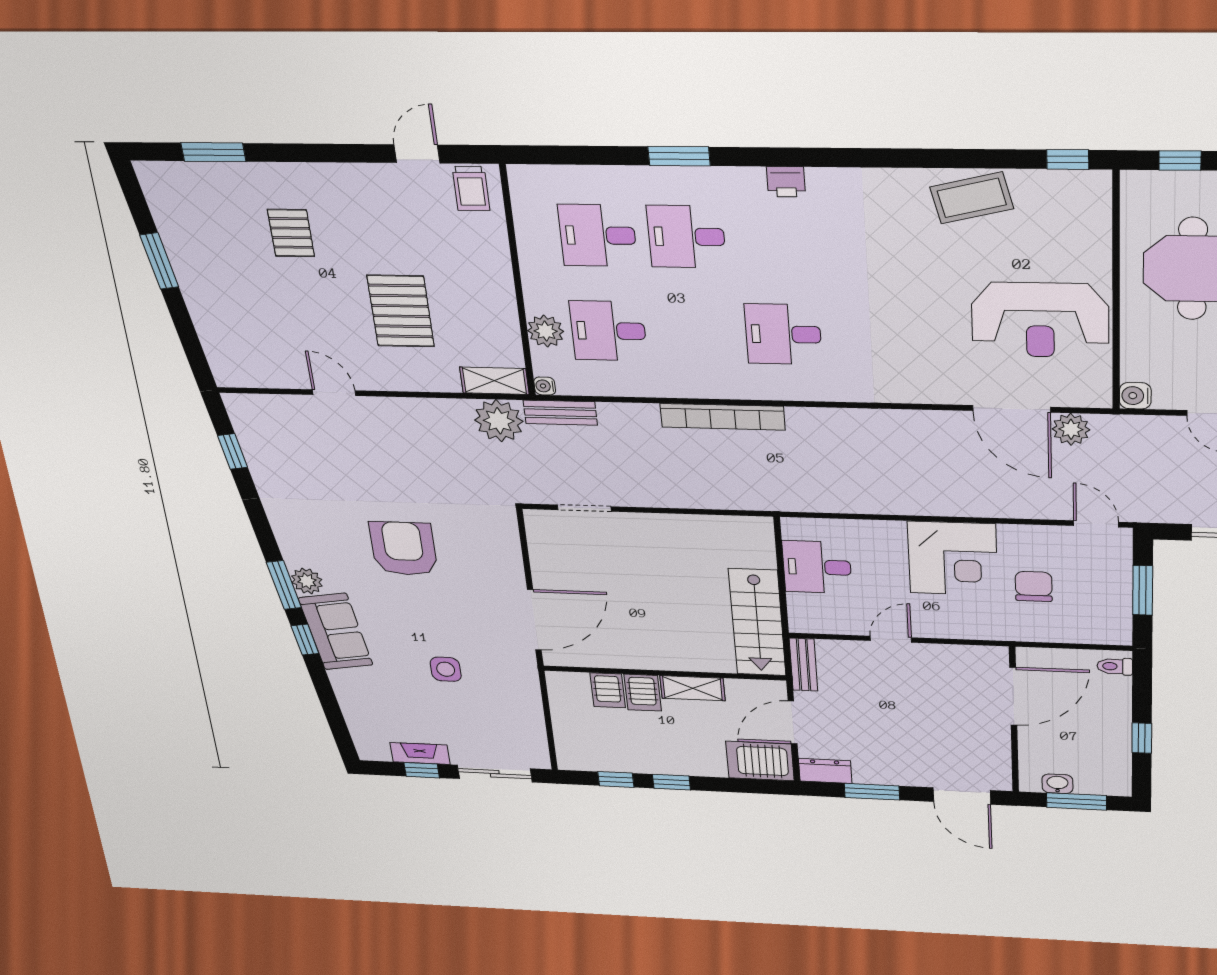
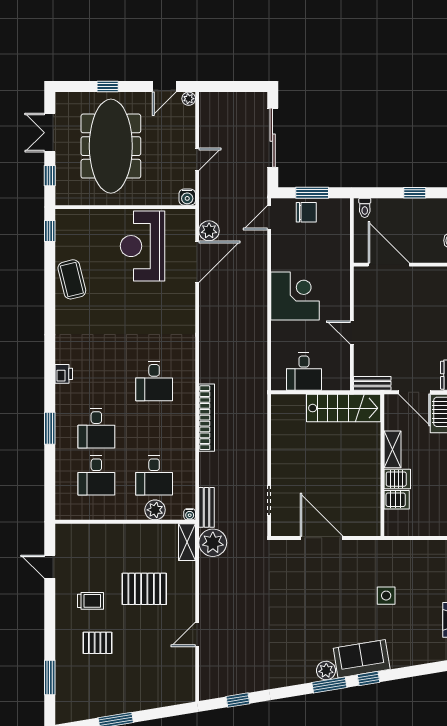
trolley: (471, 188) -> (90, 601), moved
reception desk: (1040, 320) -> (143, 246), turned 180
armchair: (404, 549) -> (301, 609), removed
chair: (1034, 586) -> (306, 212), moved, turned 180
door: (534, 620) -> (322, 538), moved

